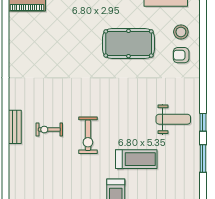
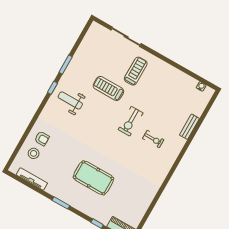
pool table: (129, 43) -> (93, 178), moved
bench: (15, 127) -> (189, 127), moved
exercise bike: (88, 135) -> (131, 121), turned 180

